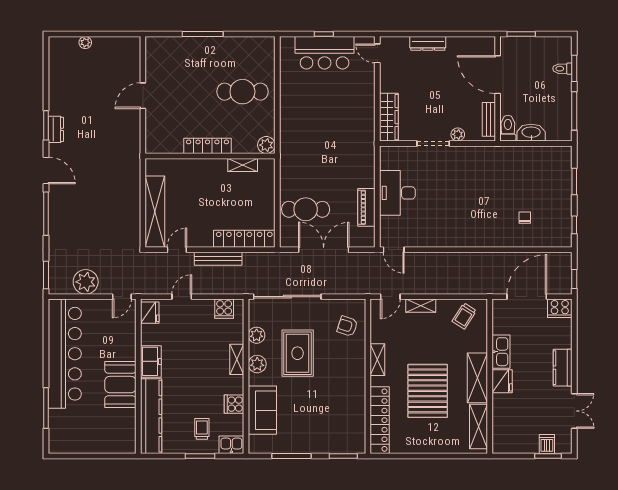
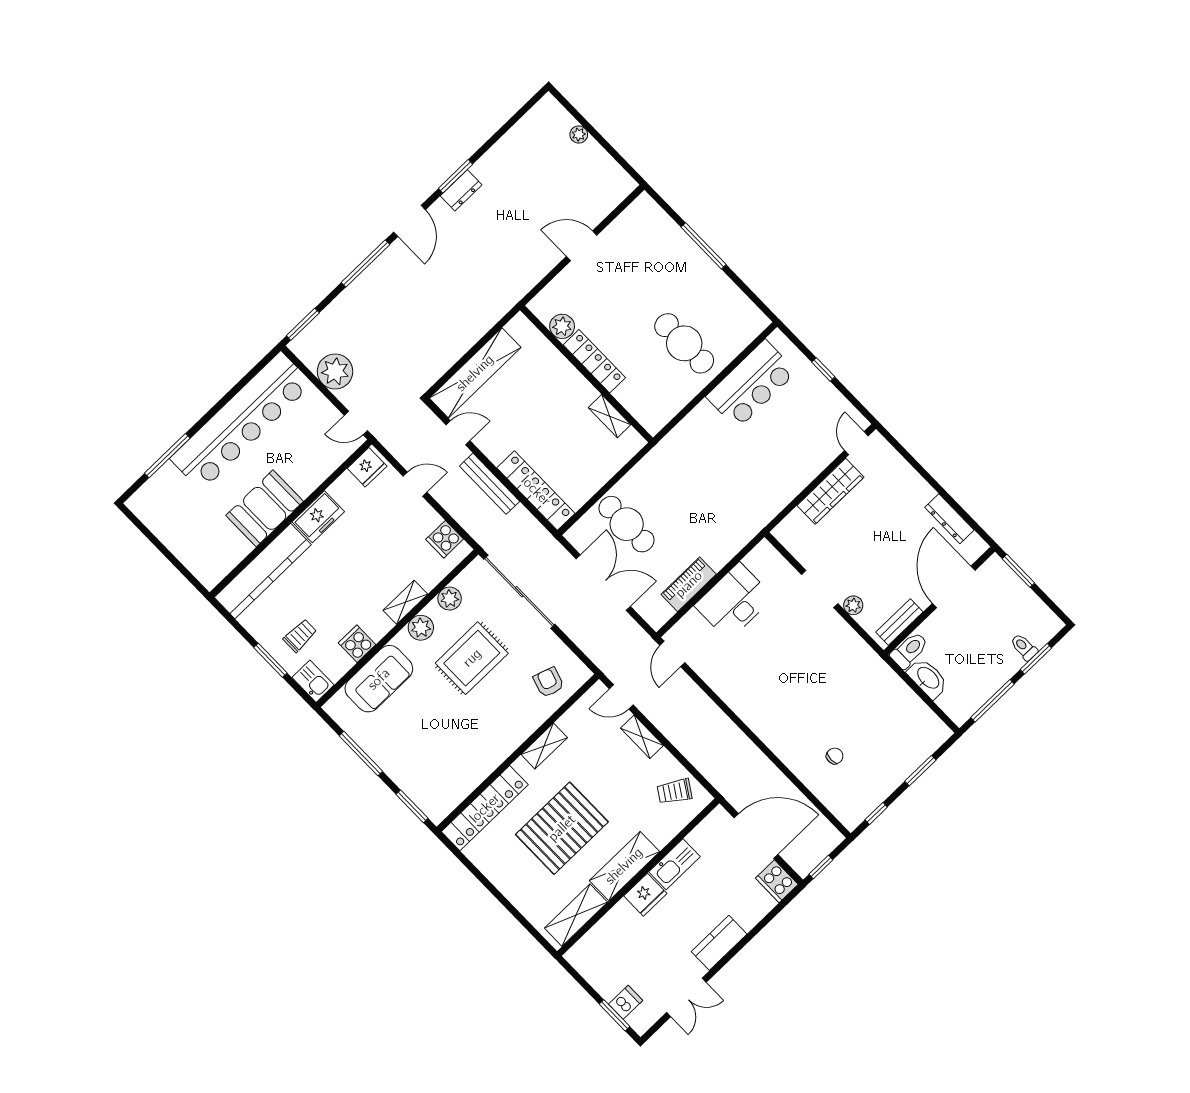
dresser: (428, 43) -> (949, 519), moved
bar counter: (325, 53) -> (751, 384), moved, turned -90
wardrobe: (389, 117) -> (830, 491), moved
plant: (266, 145) -> (562, 326), moved

